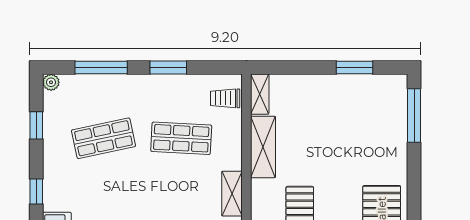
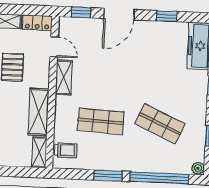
window: (101, 68) -> (159, 178), width x1.46
shop shelf: (103, 138) -> (160, 124), turned 36

